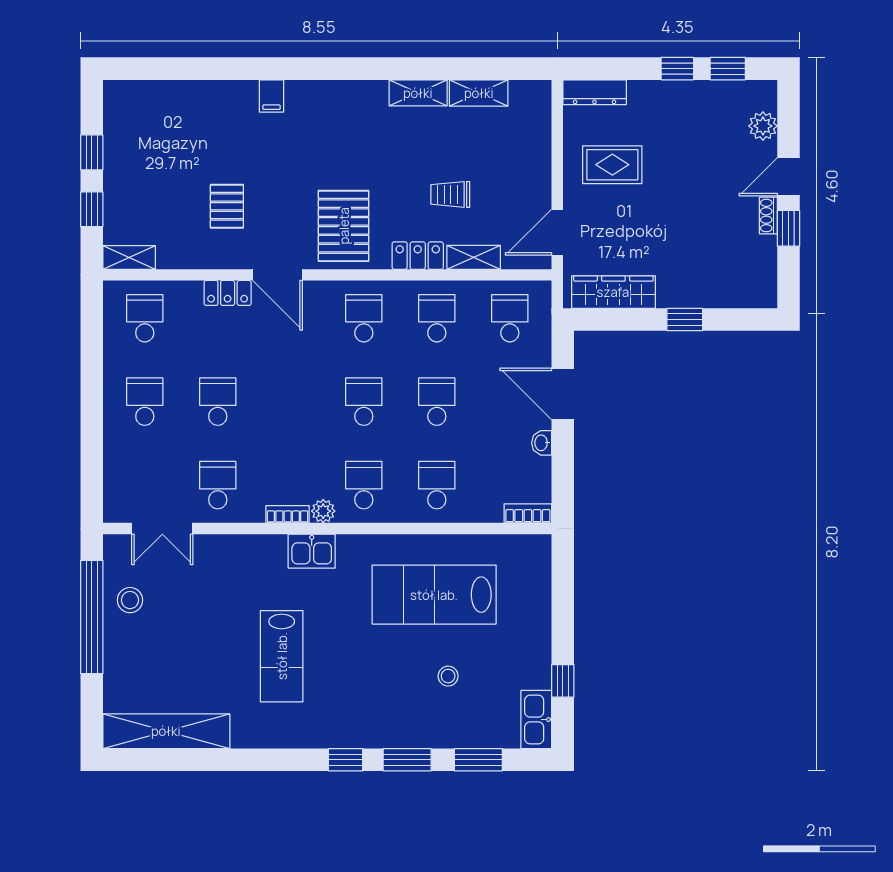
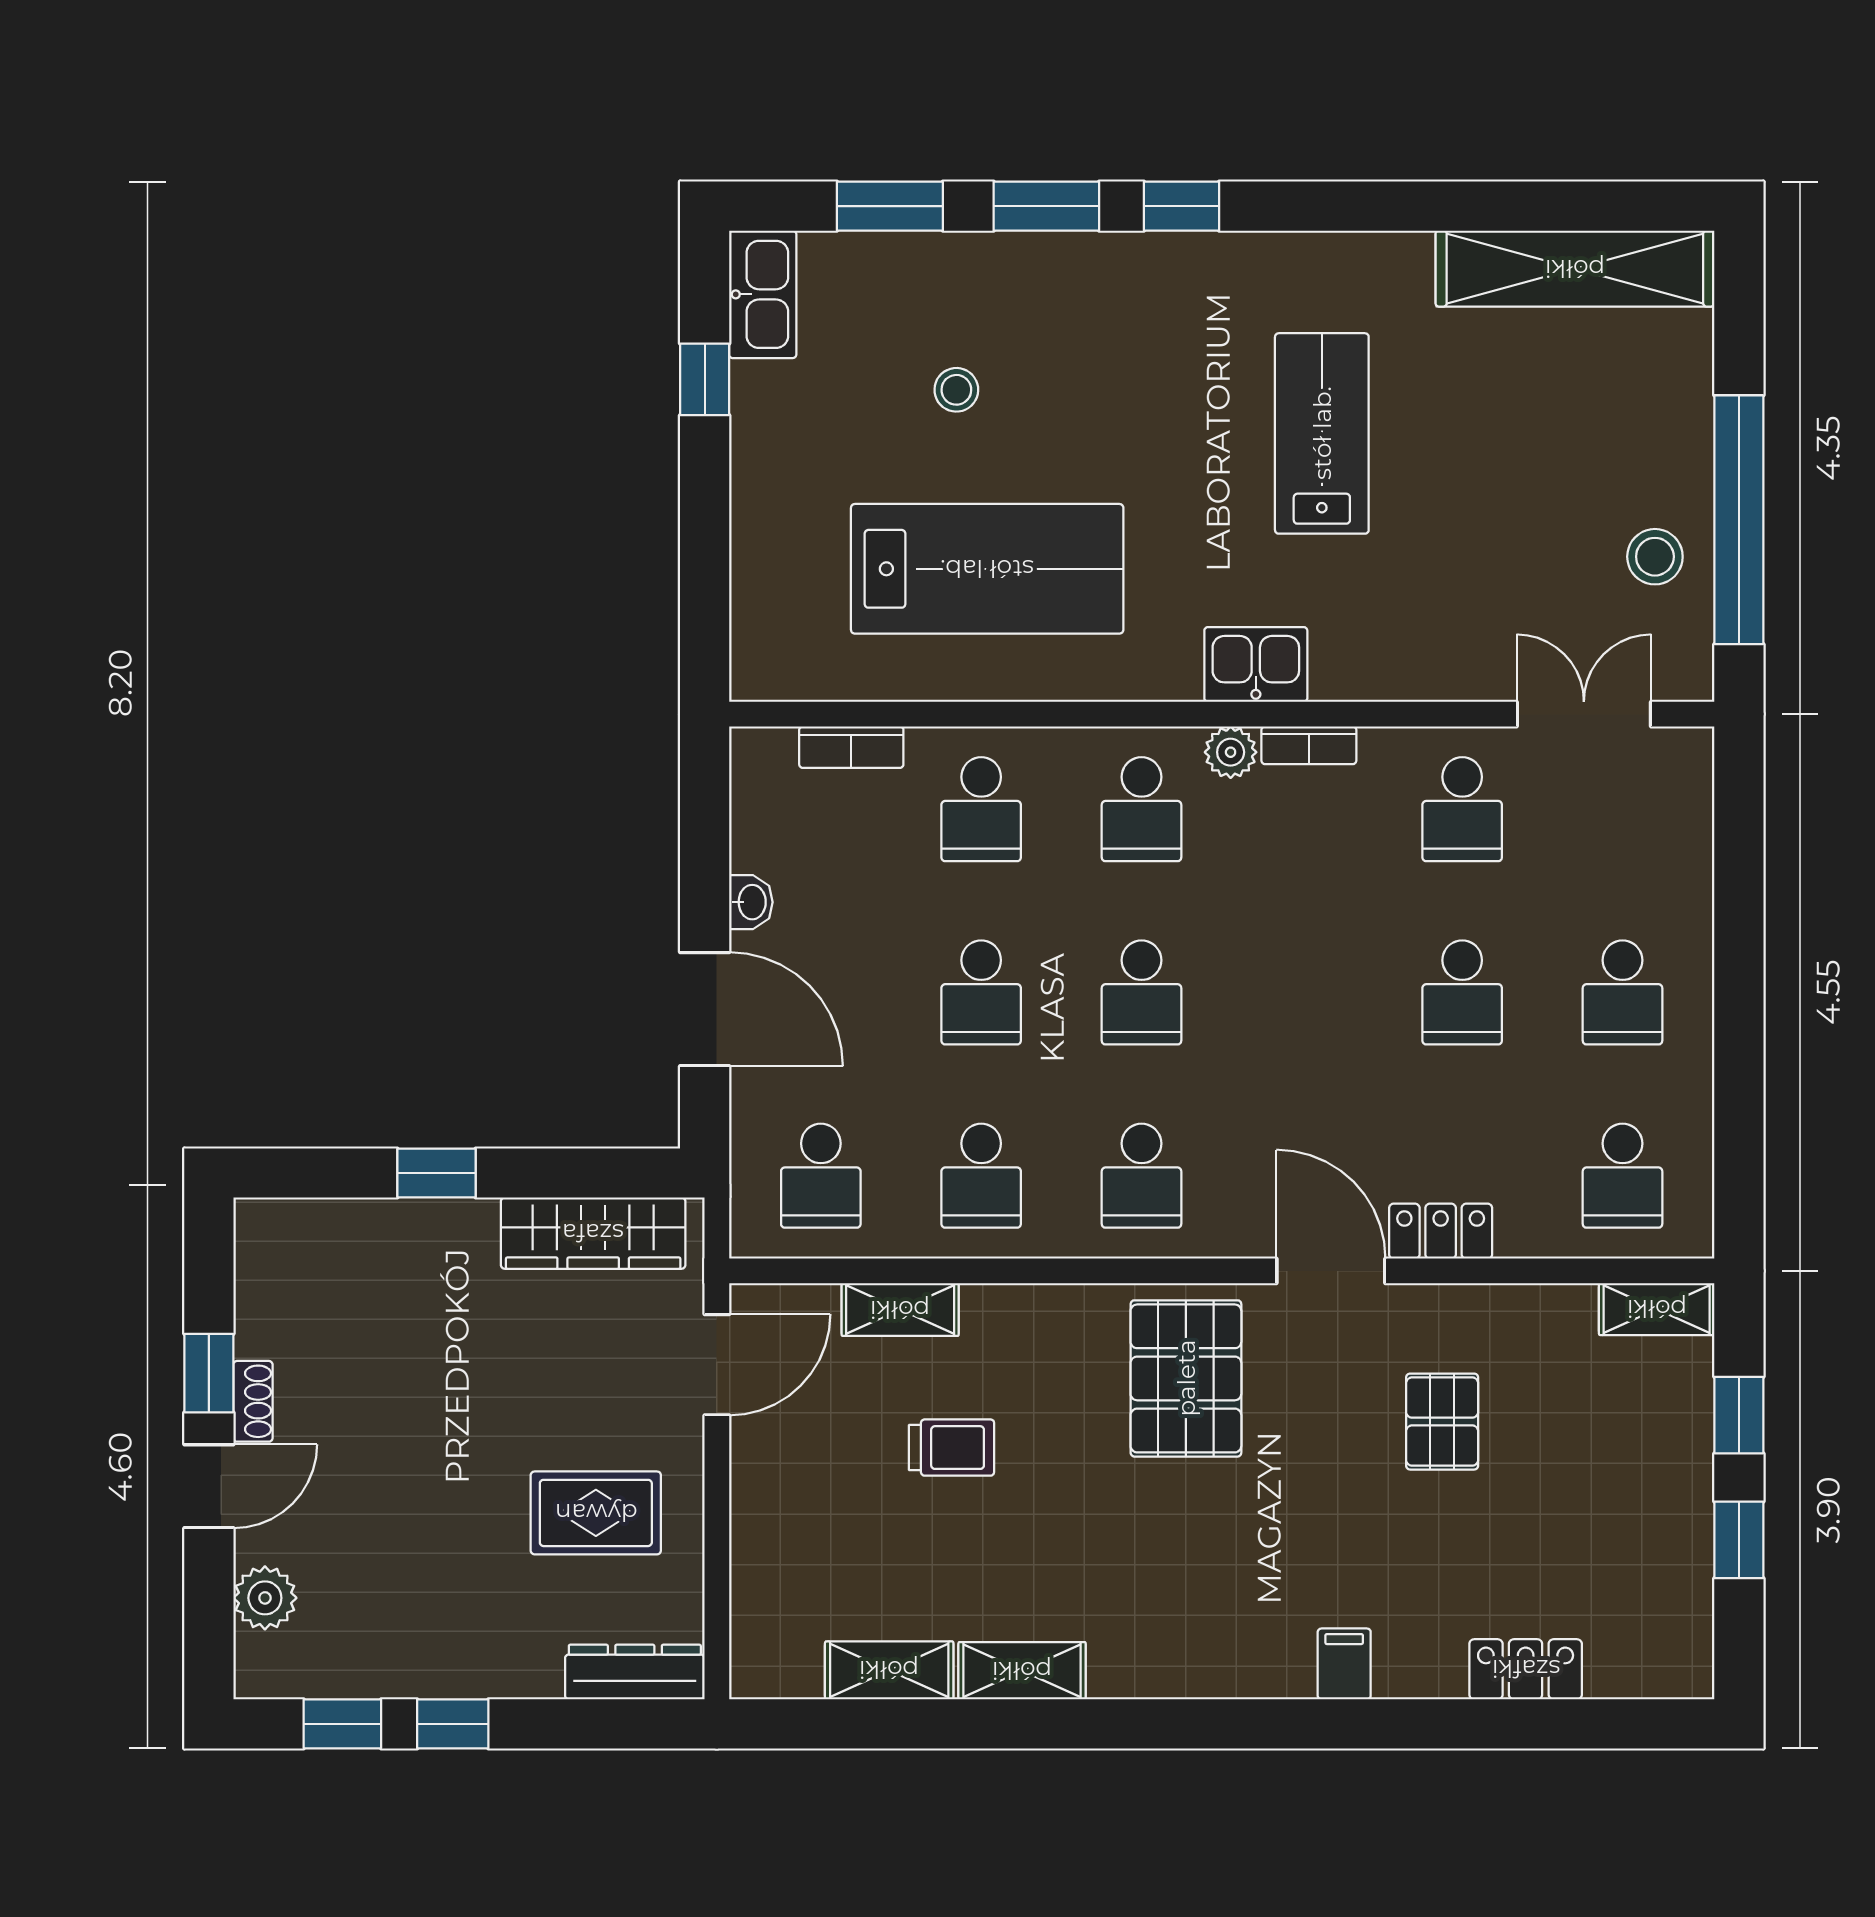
locker: (418, 256) -> (1526, 1669), moved, turned 180
bookcase: (528, 513) -> (851, 747), moved

